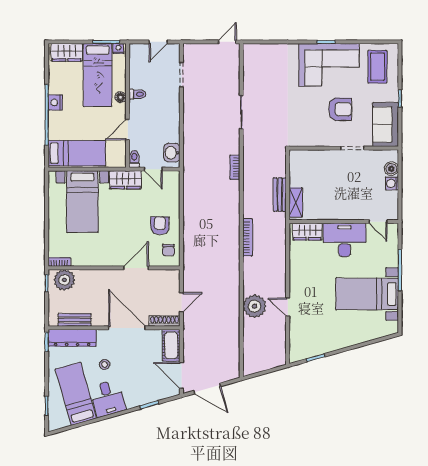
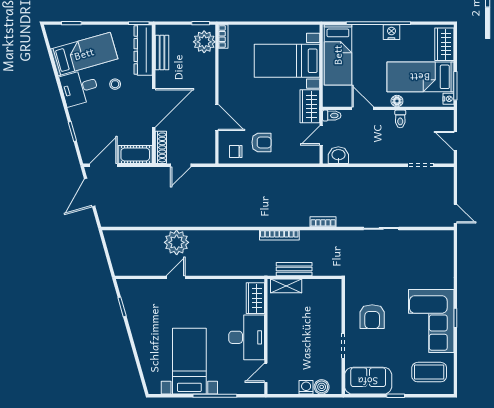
armchair: (340, 109) -> (372, 317), moved
bookcase: (248, 237) -> (279, 235), moved
door: (181, 302) -> (181, 165), hinge flipped

